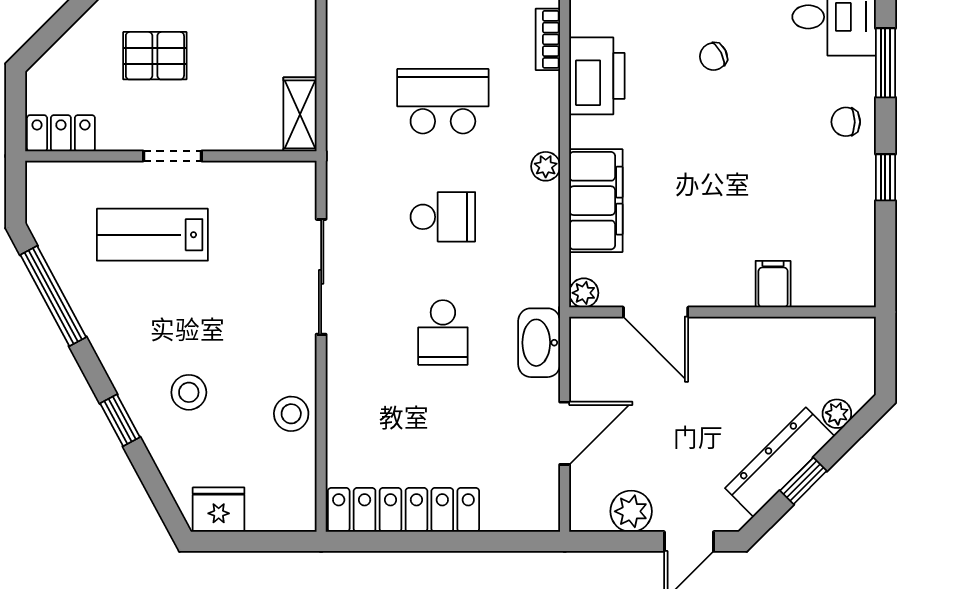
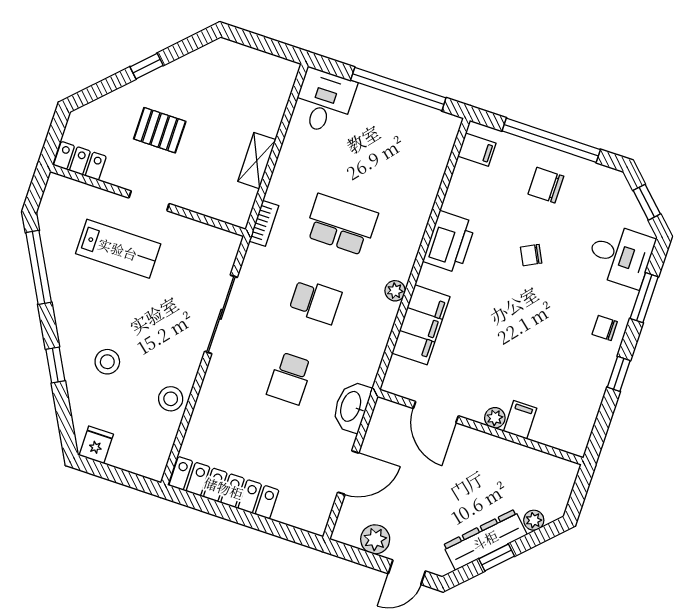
bookcase: (548, 39) -> (264, 223), moved, turned 180
shelving: (300, 114) -> (257, 161), moved
lab bench: (152, 235) -> (118, 249), turned 180
plant: (584, 293) -> (495, 418), moved
fridge: (219, 510) -> (96, 445), width x0.72

